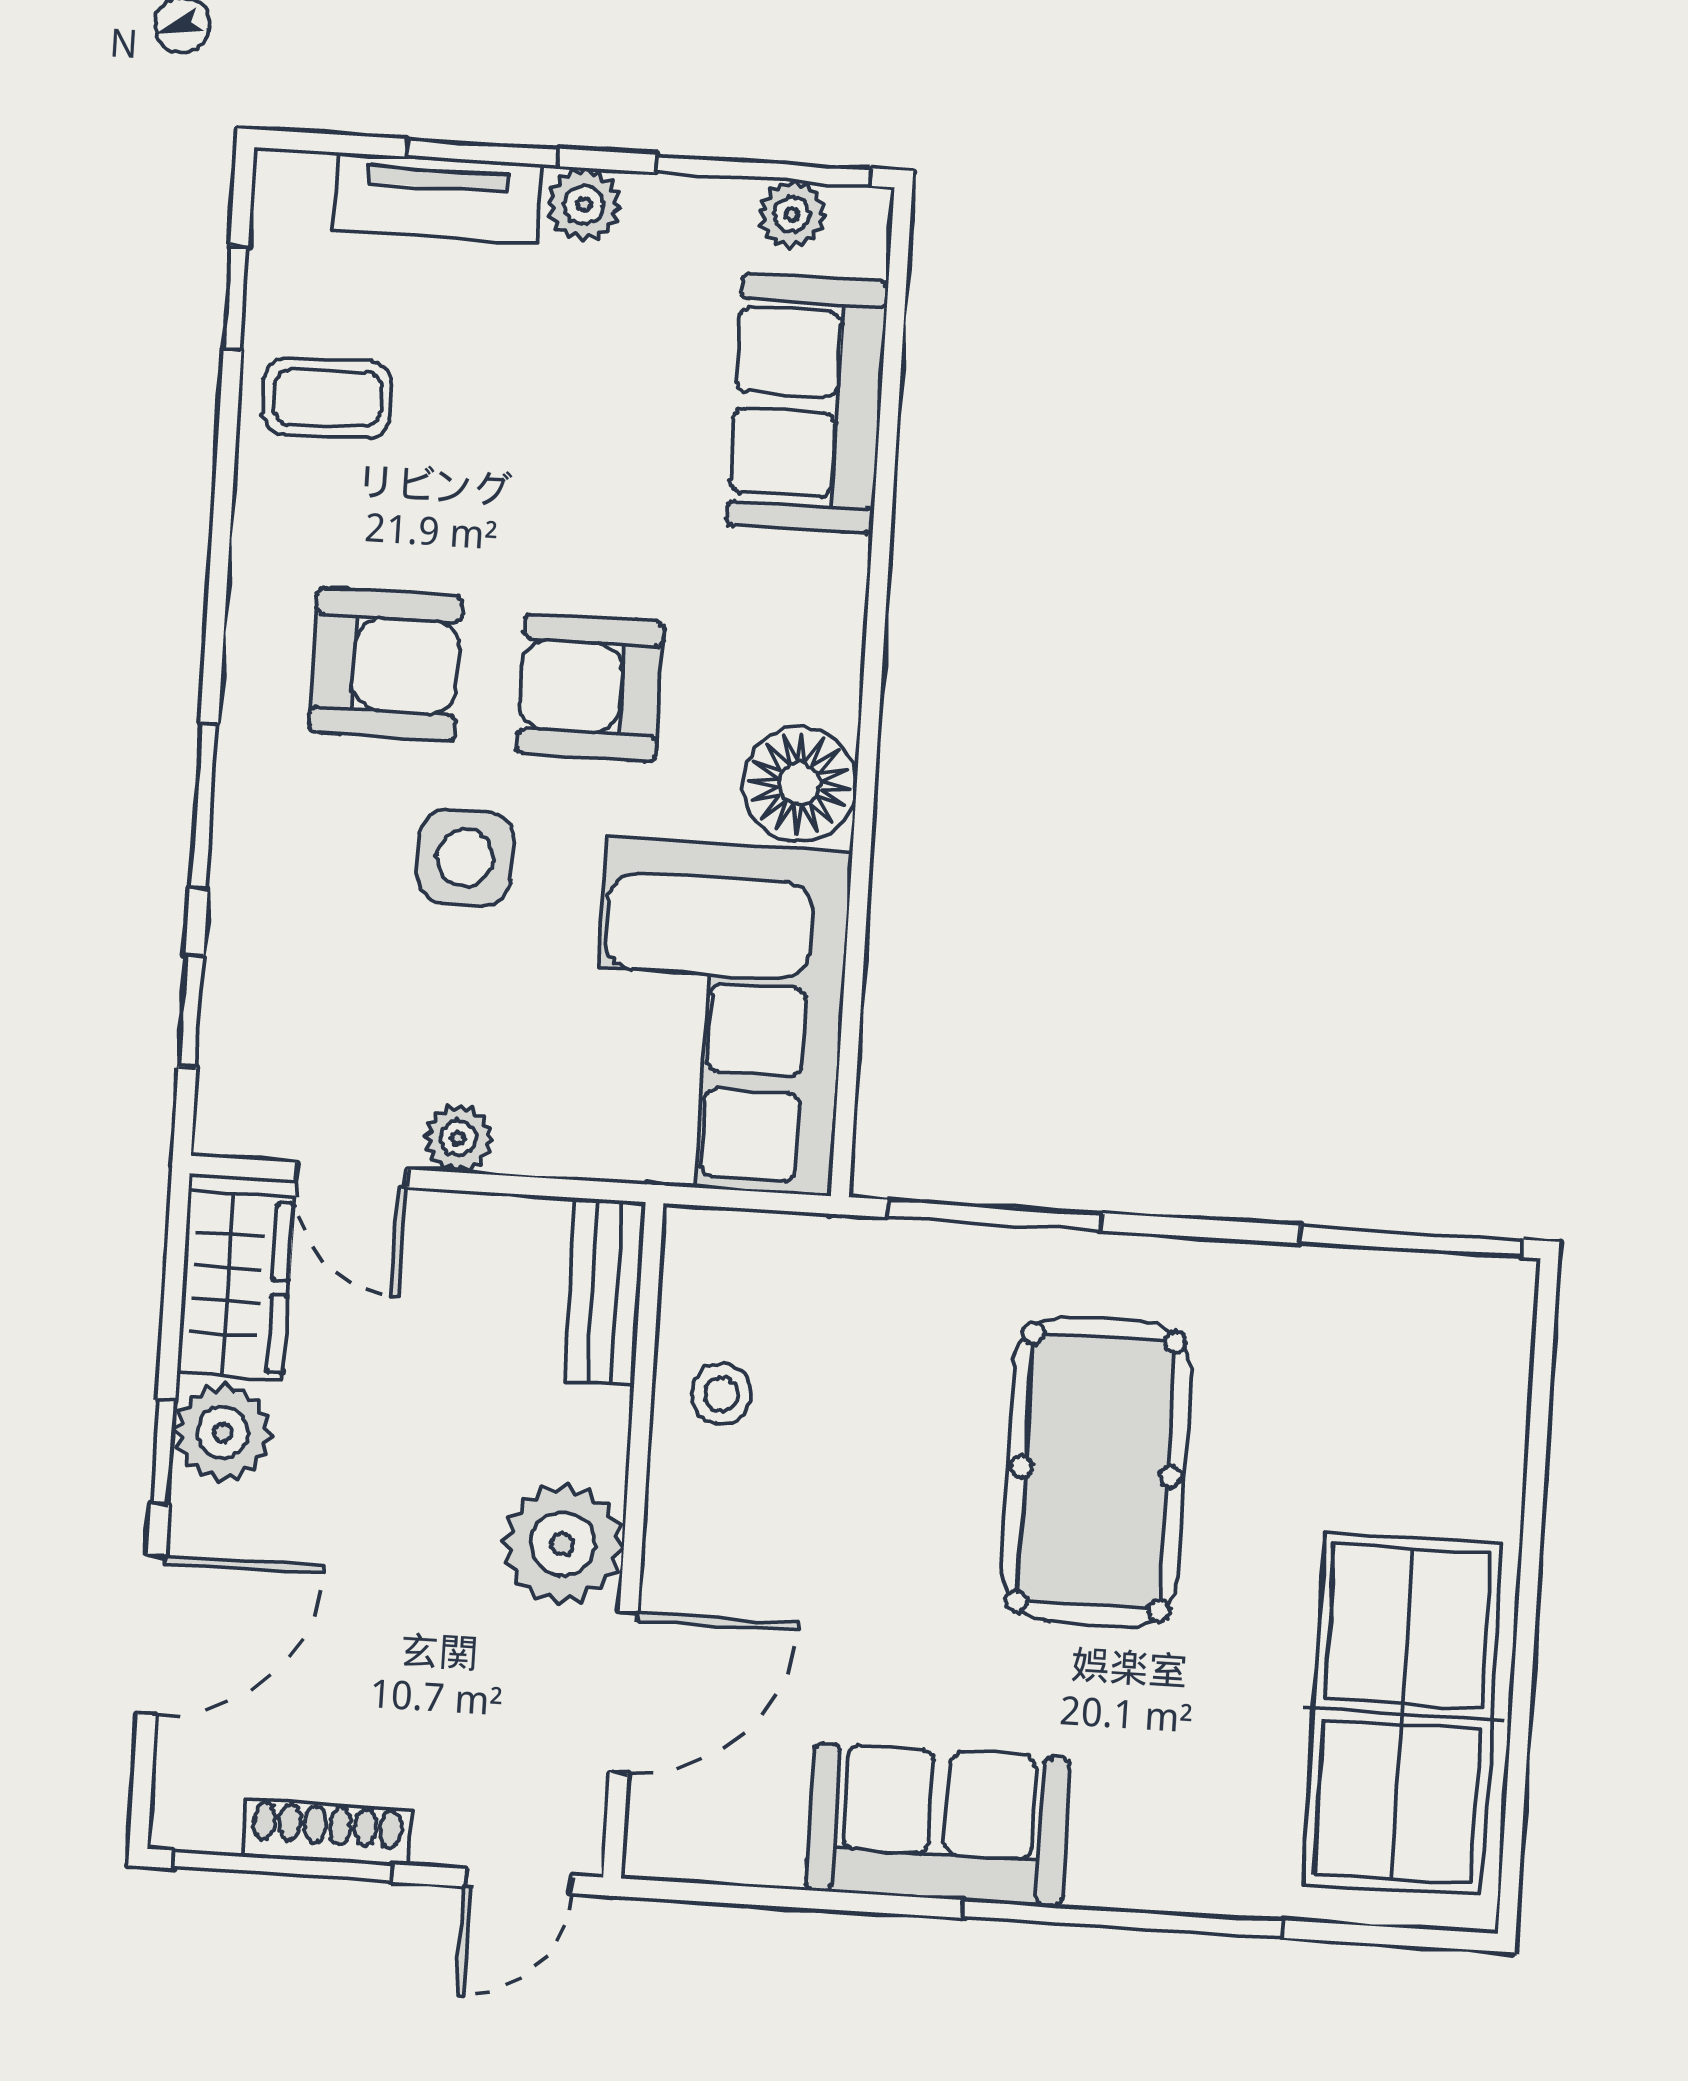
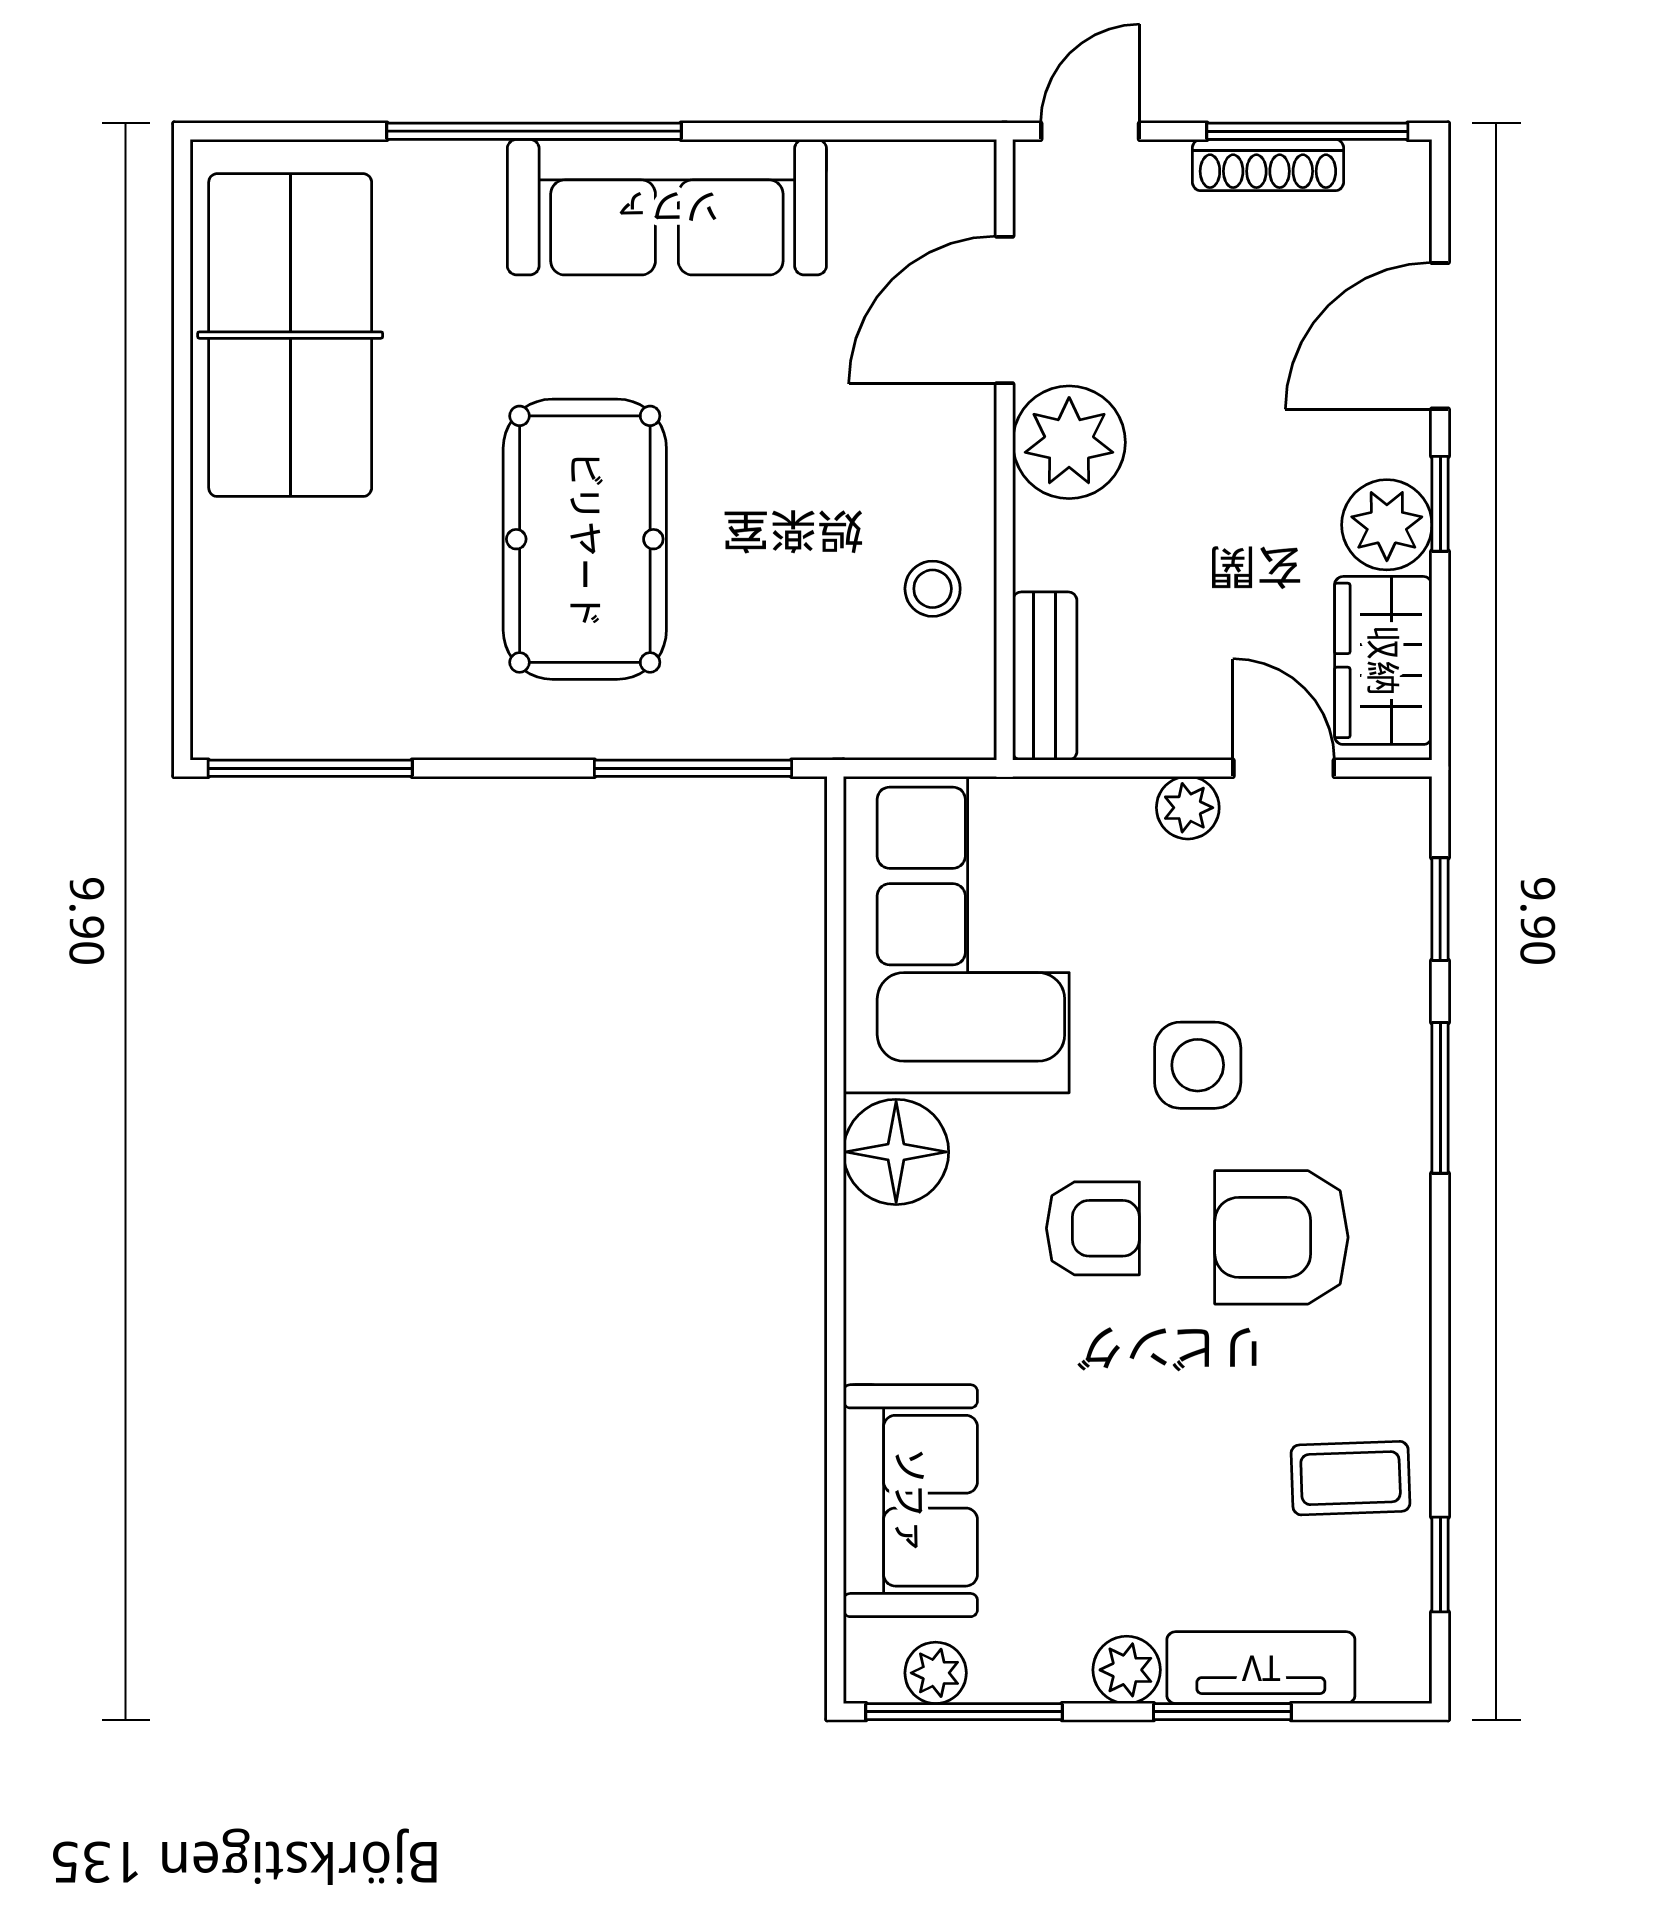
armchair: (590, 687) -> (1093, 1228), width x0.72, depth x0.72
sofa: (938, 1825) -> (667, 207), width x1.36

